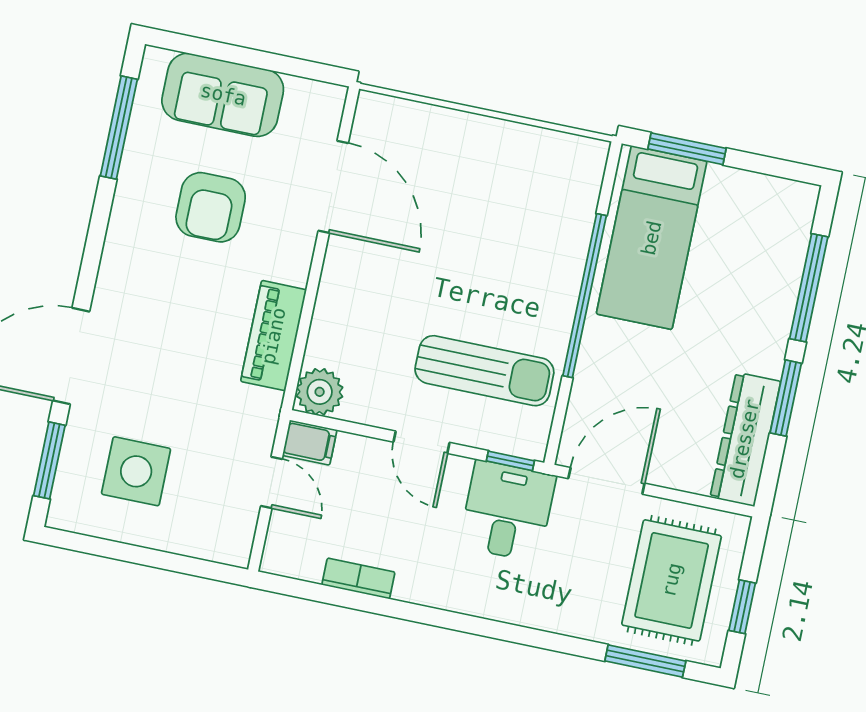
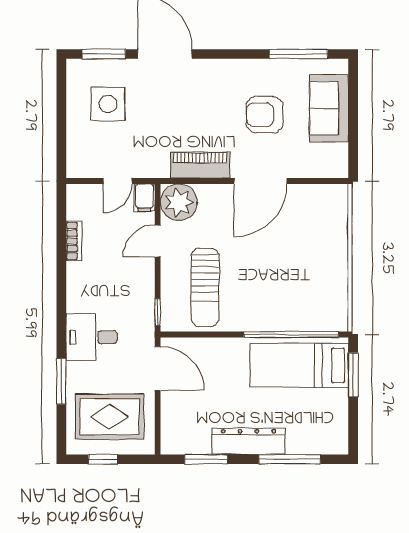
door: (333, 187) -> (260, 181), moved
window: (585, 296) -> (291, 335), moved
plant: (320, 392) -> (179, 202), width x1.36, depth x1.36
window: (786, 398) -> (206, 459), moved
dresser: (745, 439) -> (249, 441), moved
door: (422, 442) -> (158, 241), moved
desk: (507, 511) -> (92, 337), moved, turned 180
window: (645, 661) -> (61, 381), moved

